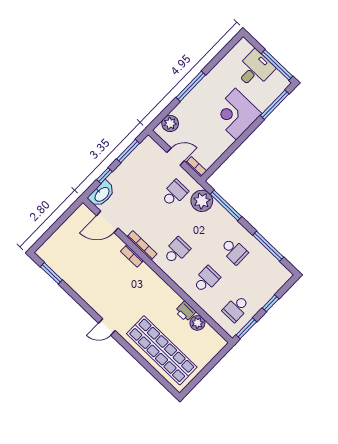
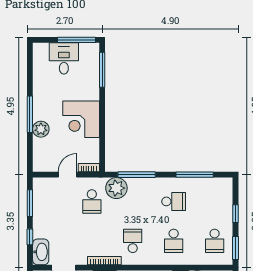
corner desk: (236, 114) -> (81, 119), moved
plant: (170, 123) -> (41, 129), moved
school desk: (174, 193) -> (92, 201), turned 180
school desk: (206, 280) -> (174, 241), turned 180

